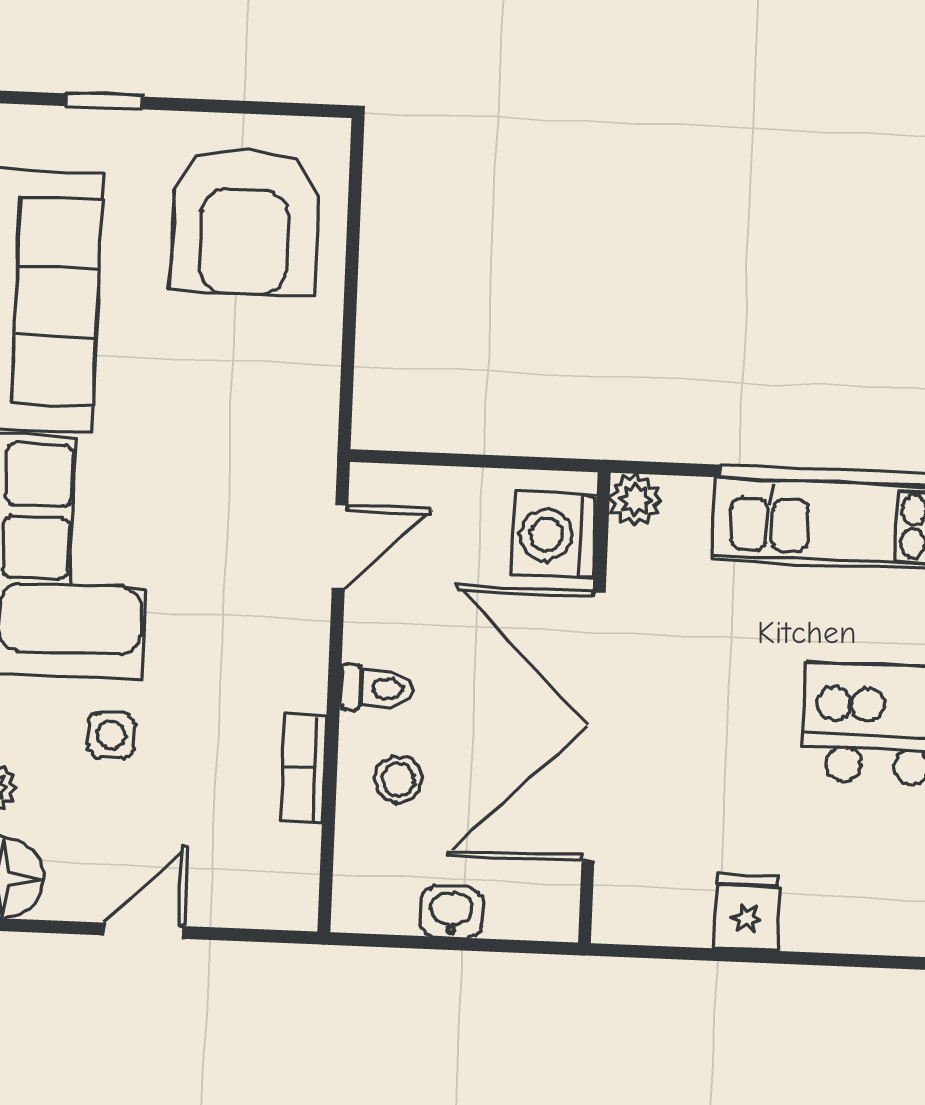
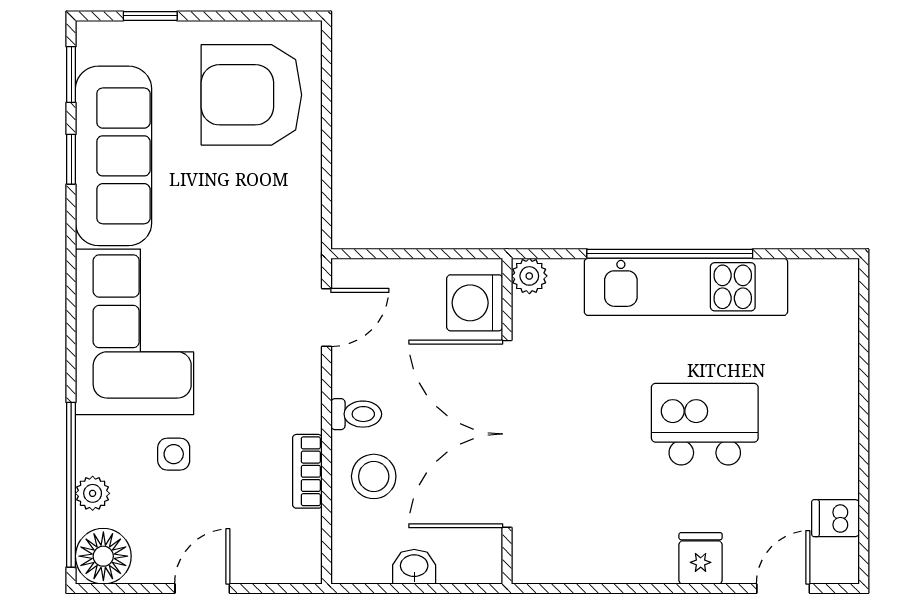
armchair: (245, 221) -> (251, 95), turned 90
stool: (399, 779) -> (374, 476), width x1.37, depth x1.37
fridge: (747, 912) -> (701, 558), moved

